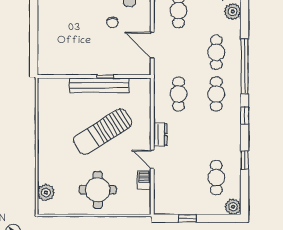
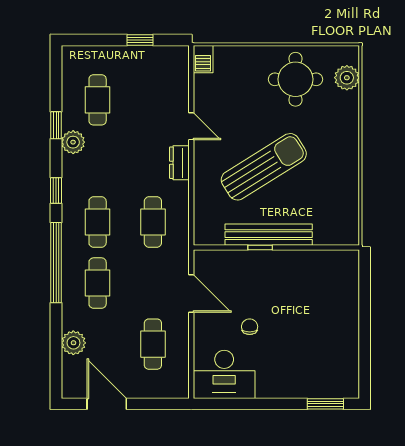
barbecue: (144, 180) -> (203, 59), moved
round table: (98, 190) -> (295, 79), moved
plant: (233, 207) -> (73, 142), moved

